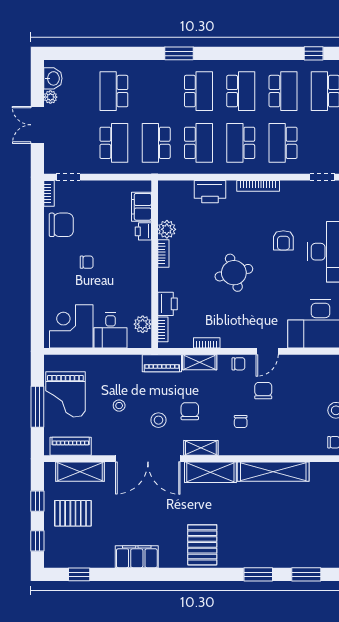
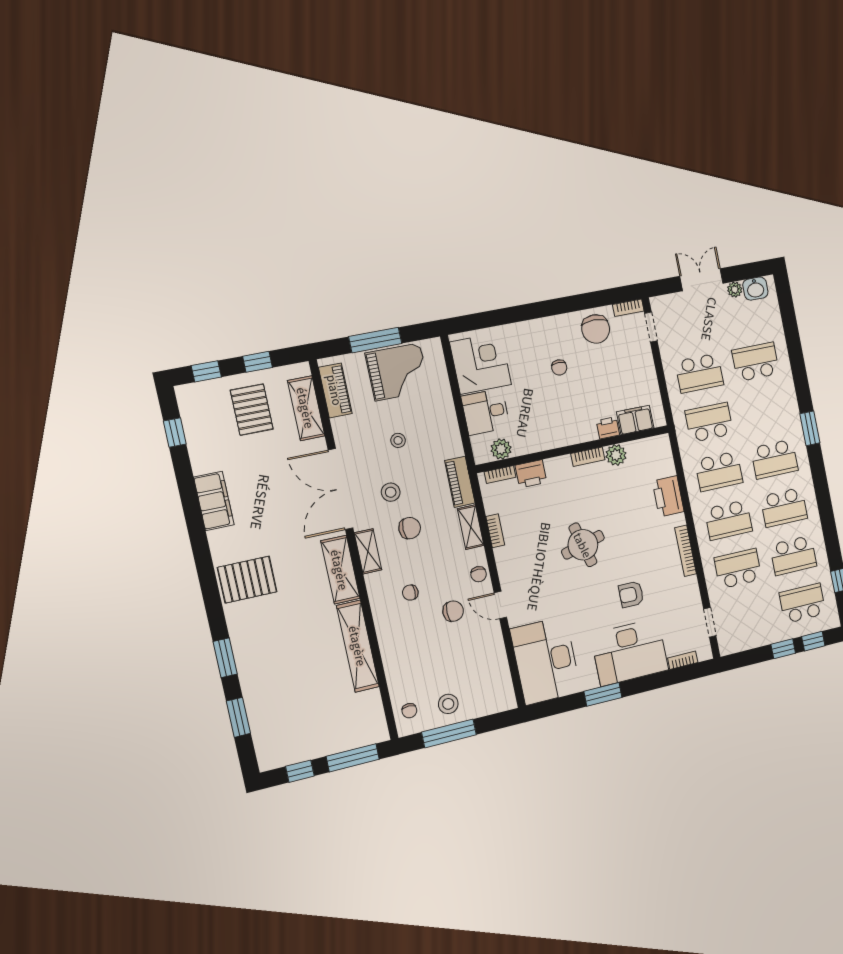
school desk: (241, 143) -> (728, 520), turned 180
grand piano: (65, 394) -> (398, 372), turned 180

